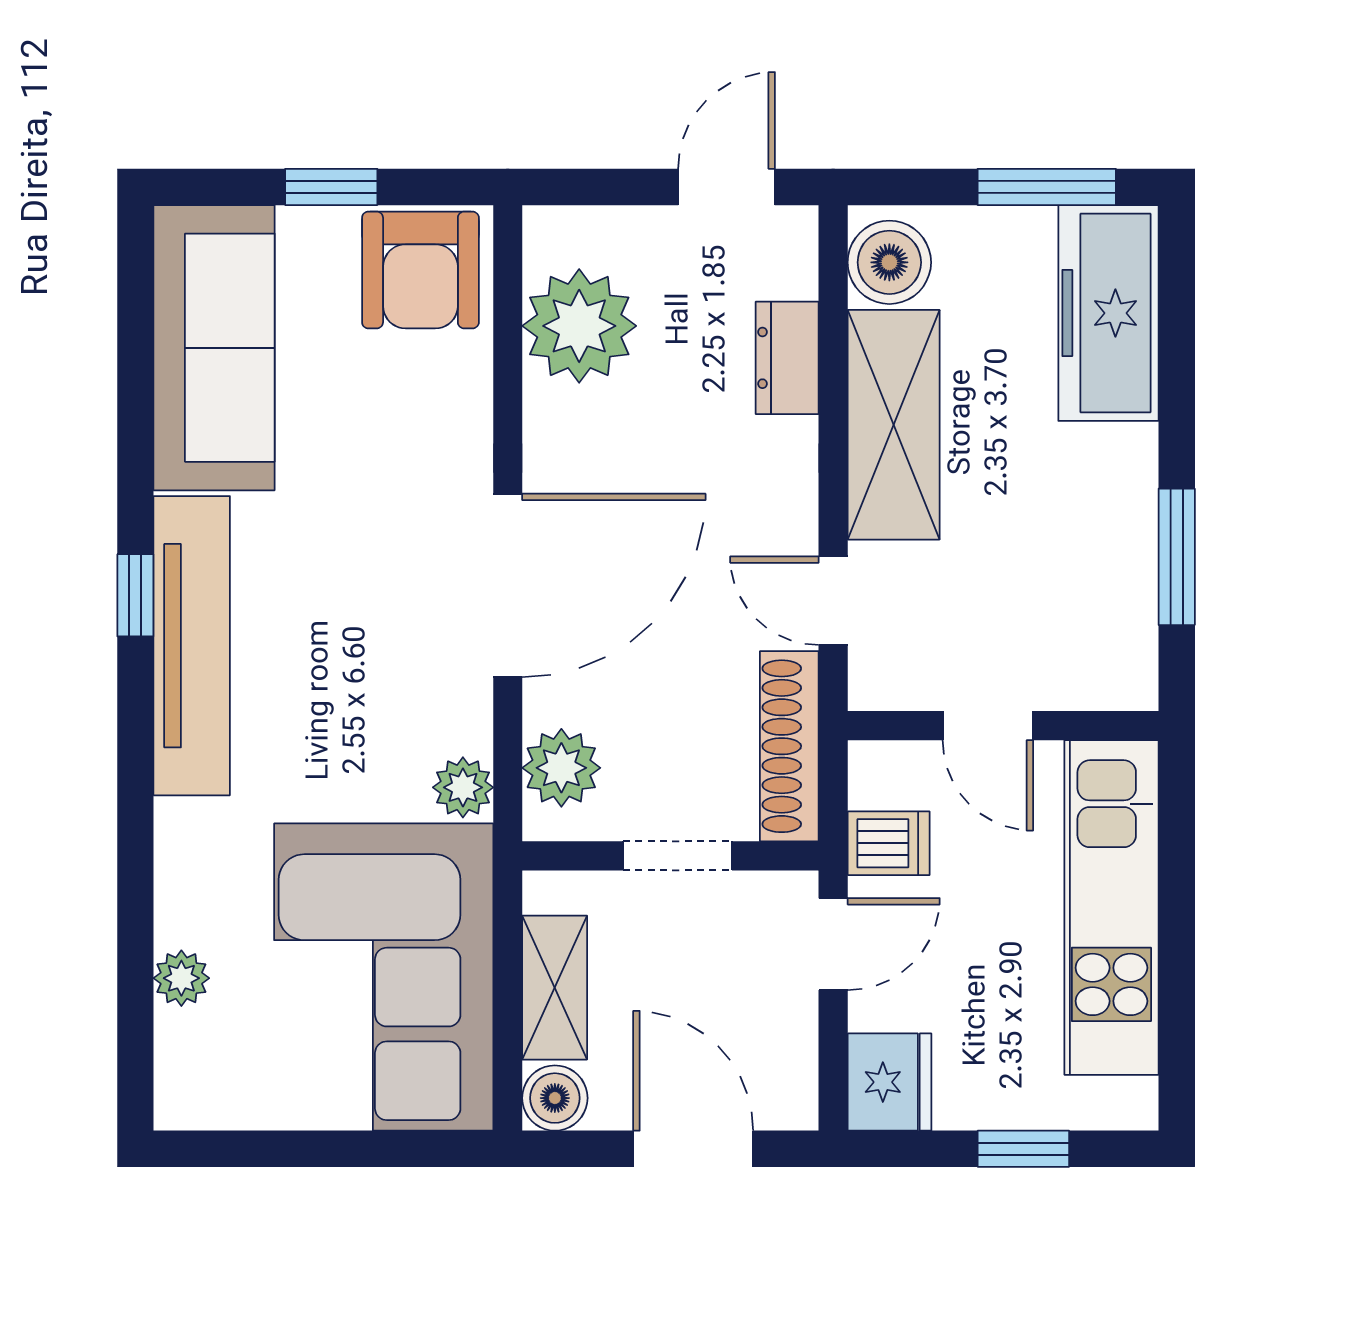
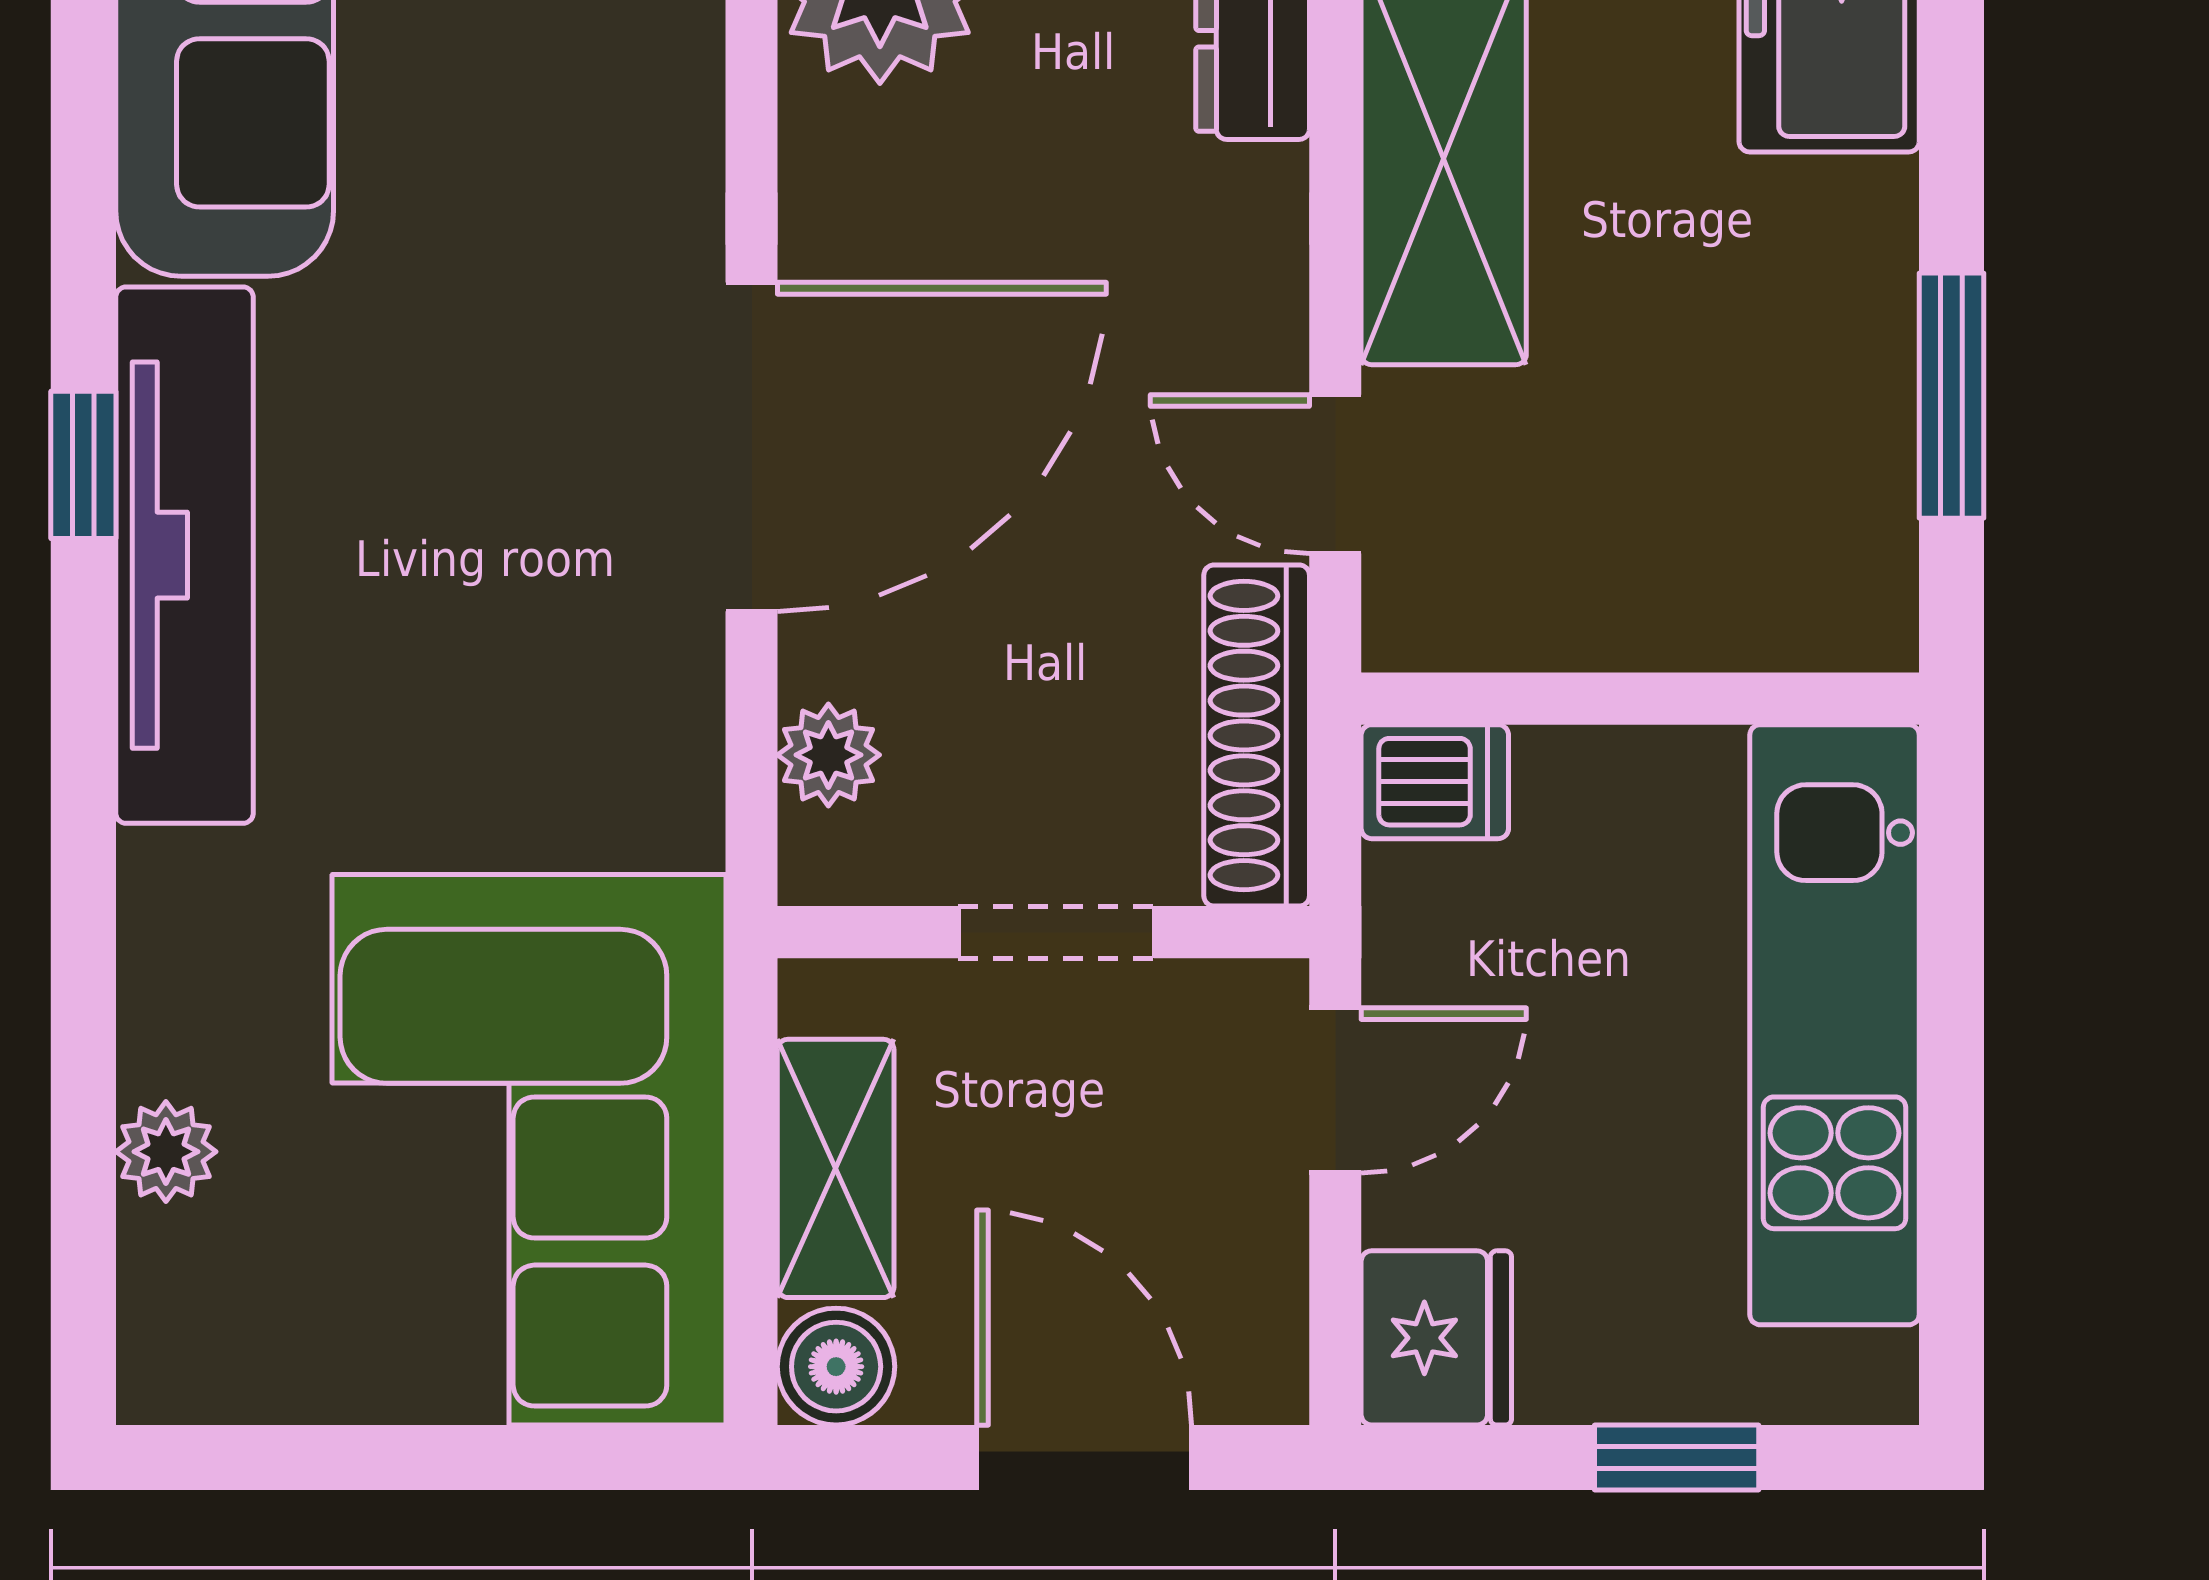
door: (988, 726) -> (1613, 699), removed
plant: (561, 768) -> (828, 755), width x0.73, depth x0.73
plant: (463, 787) -> (671, 809), removed
dishwasher: (889, 843) -> (1435, 782), moved

